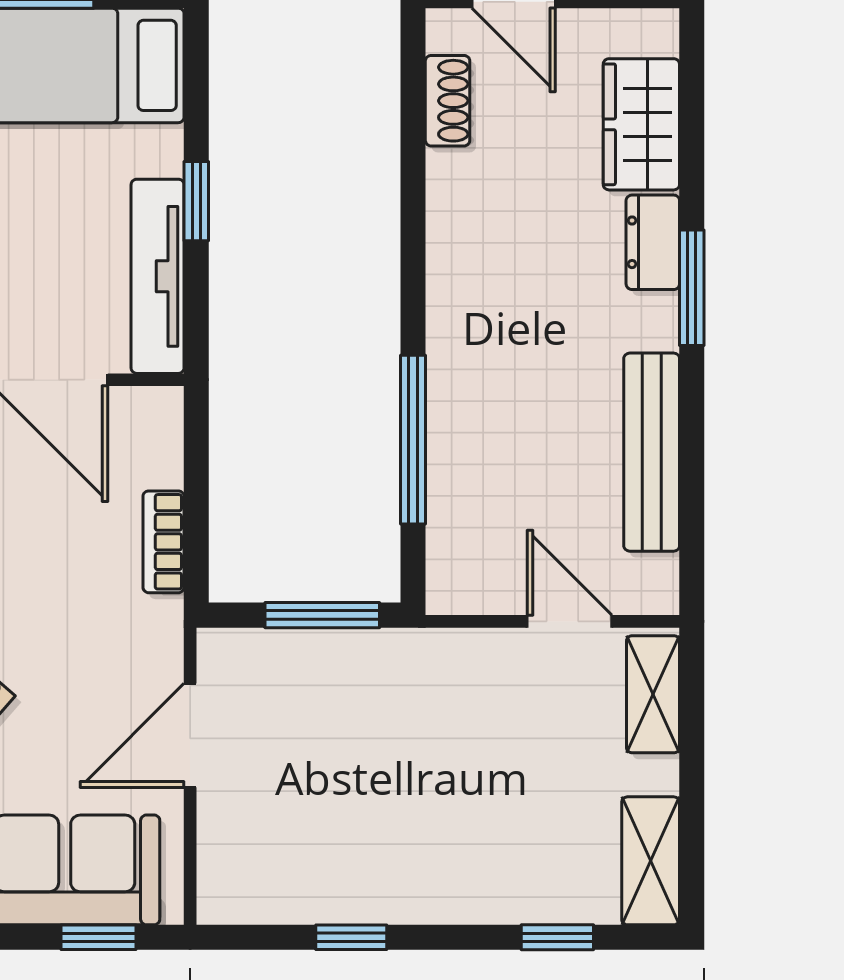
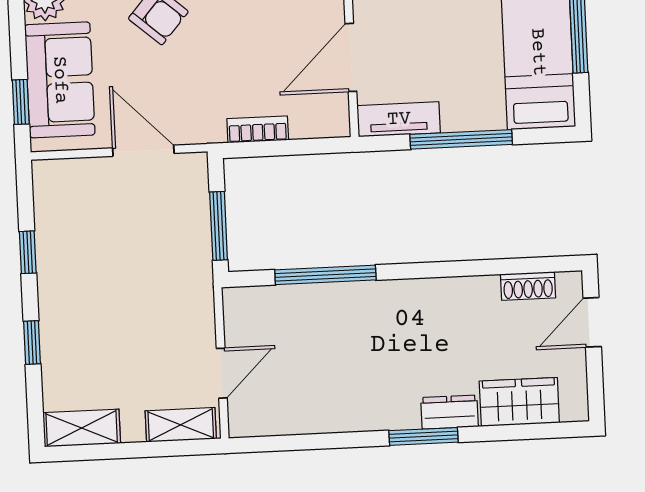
window: (196, 201) -> (461, 139), width x2.17
tv unit: (158, 276) -> (399, 119), width x0.71
bench: (652, 452) -> (325, 417), removed
window: (557, 937) -> (32, 343), moved

